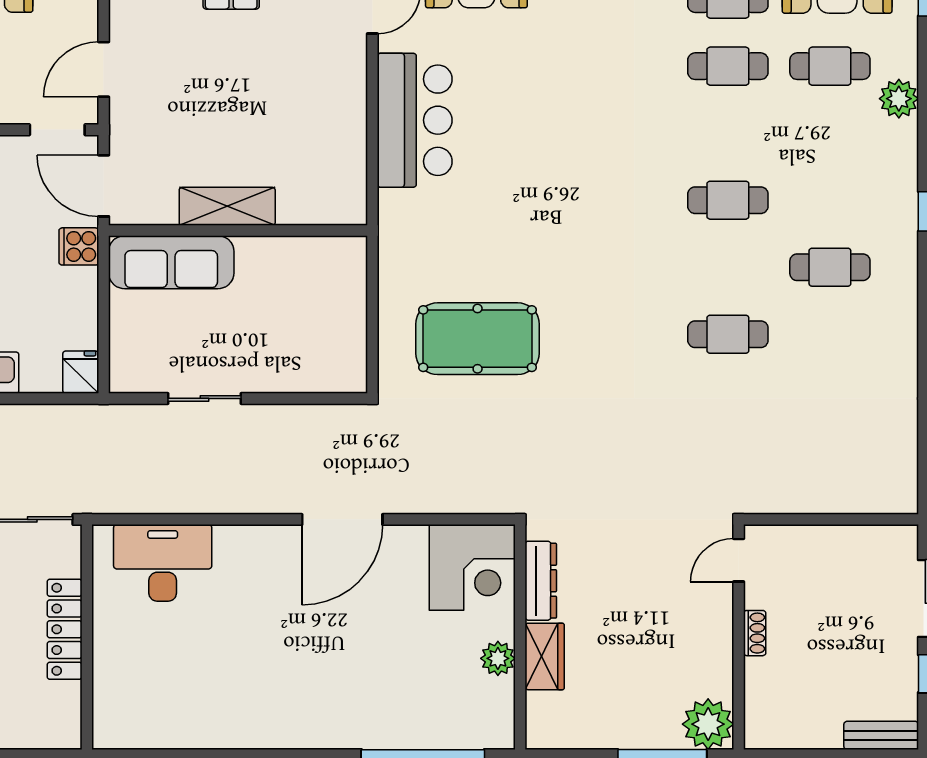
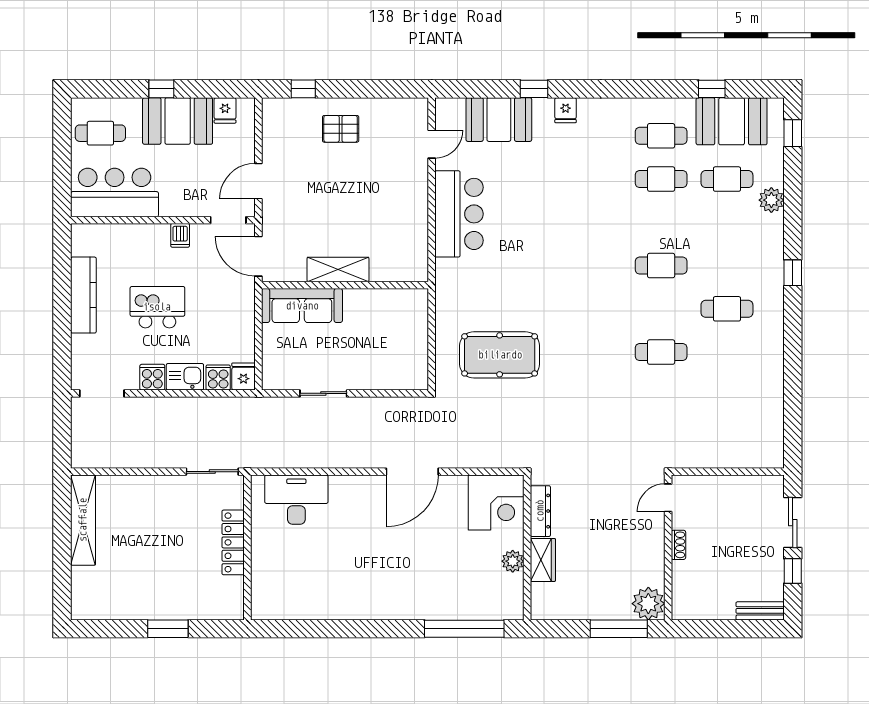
cooker: (79, 246) -> (218, 378), moved, turned 90

